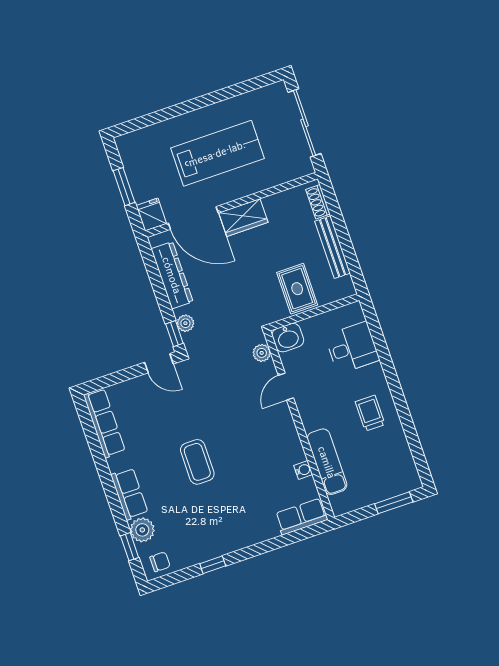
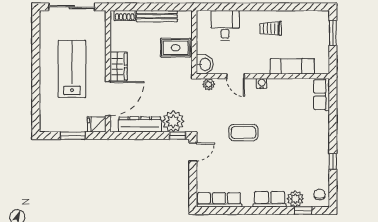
plant: (185, 323) -> (173, 121), width x1.88, depth x1.88
coffee table: (197, 462) -> (243, 132), moved
water cooler: (303, 470) -> (262, 83), moved

